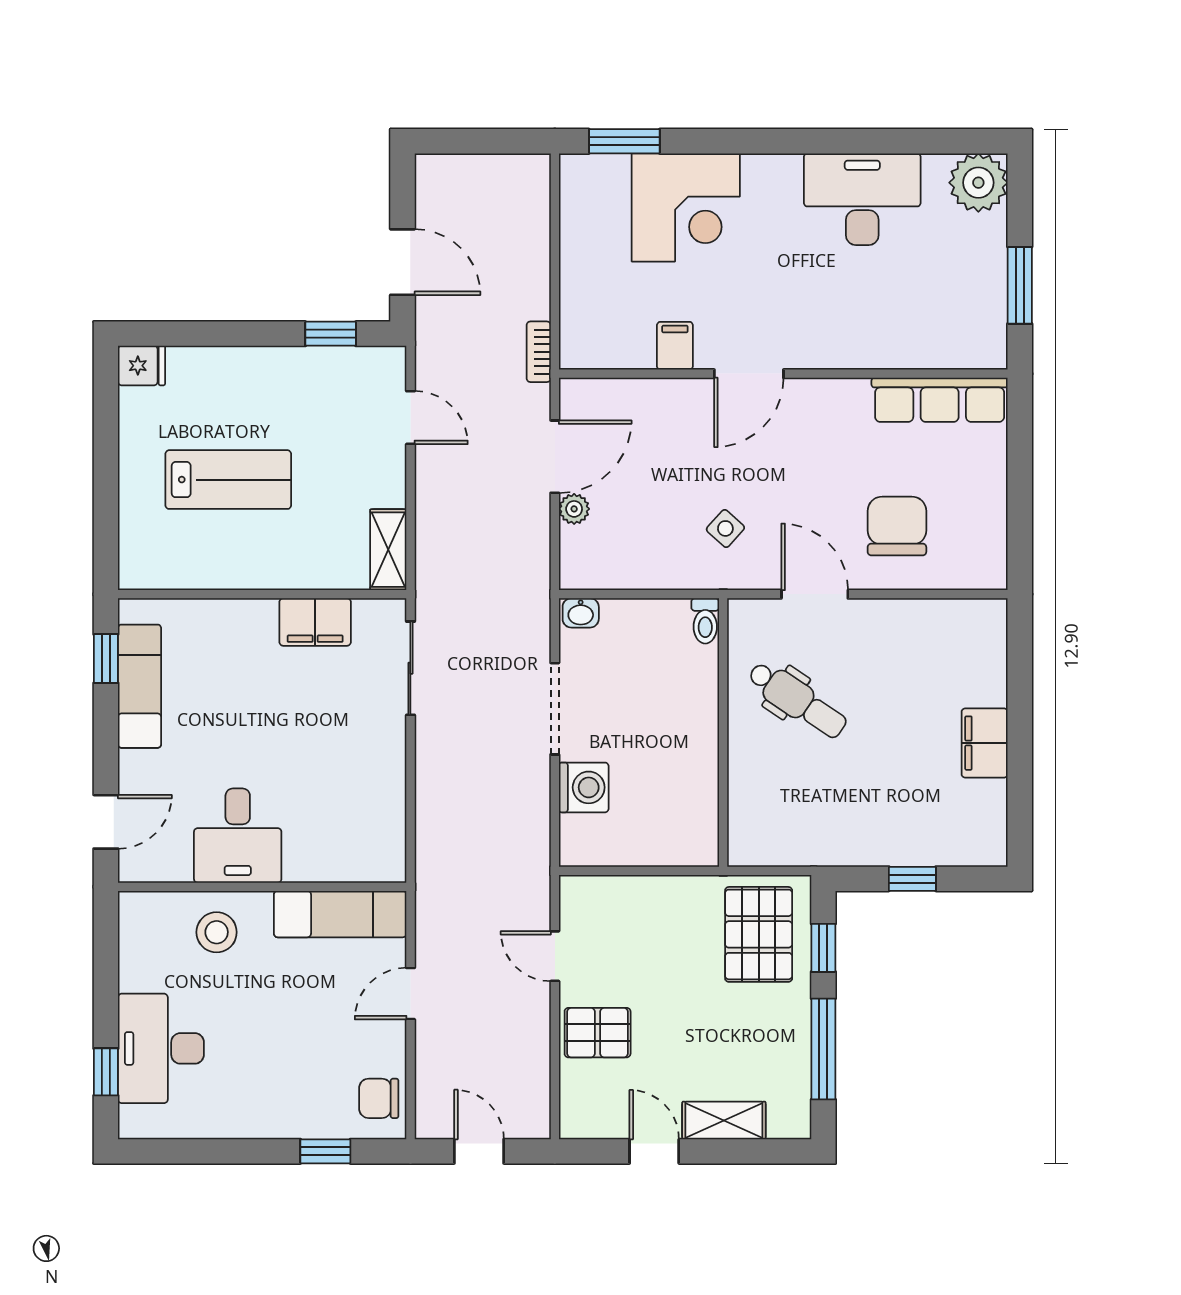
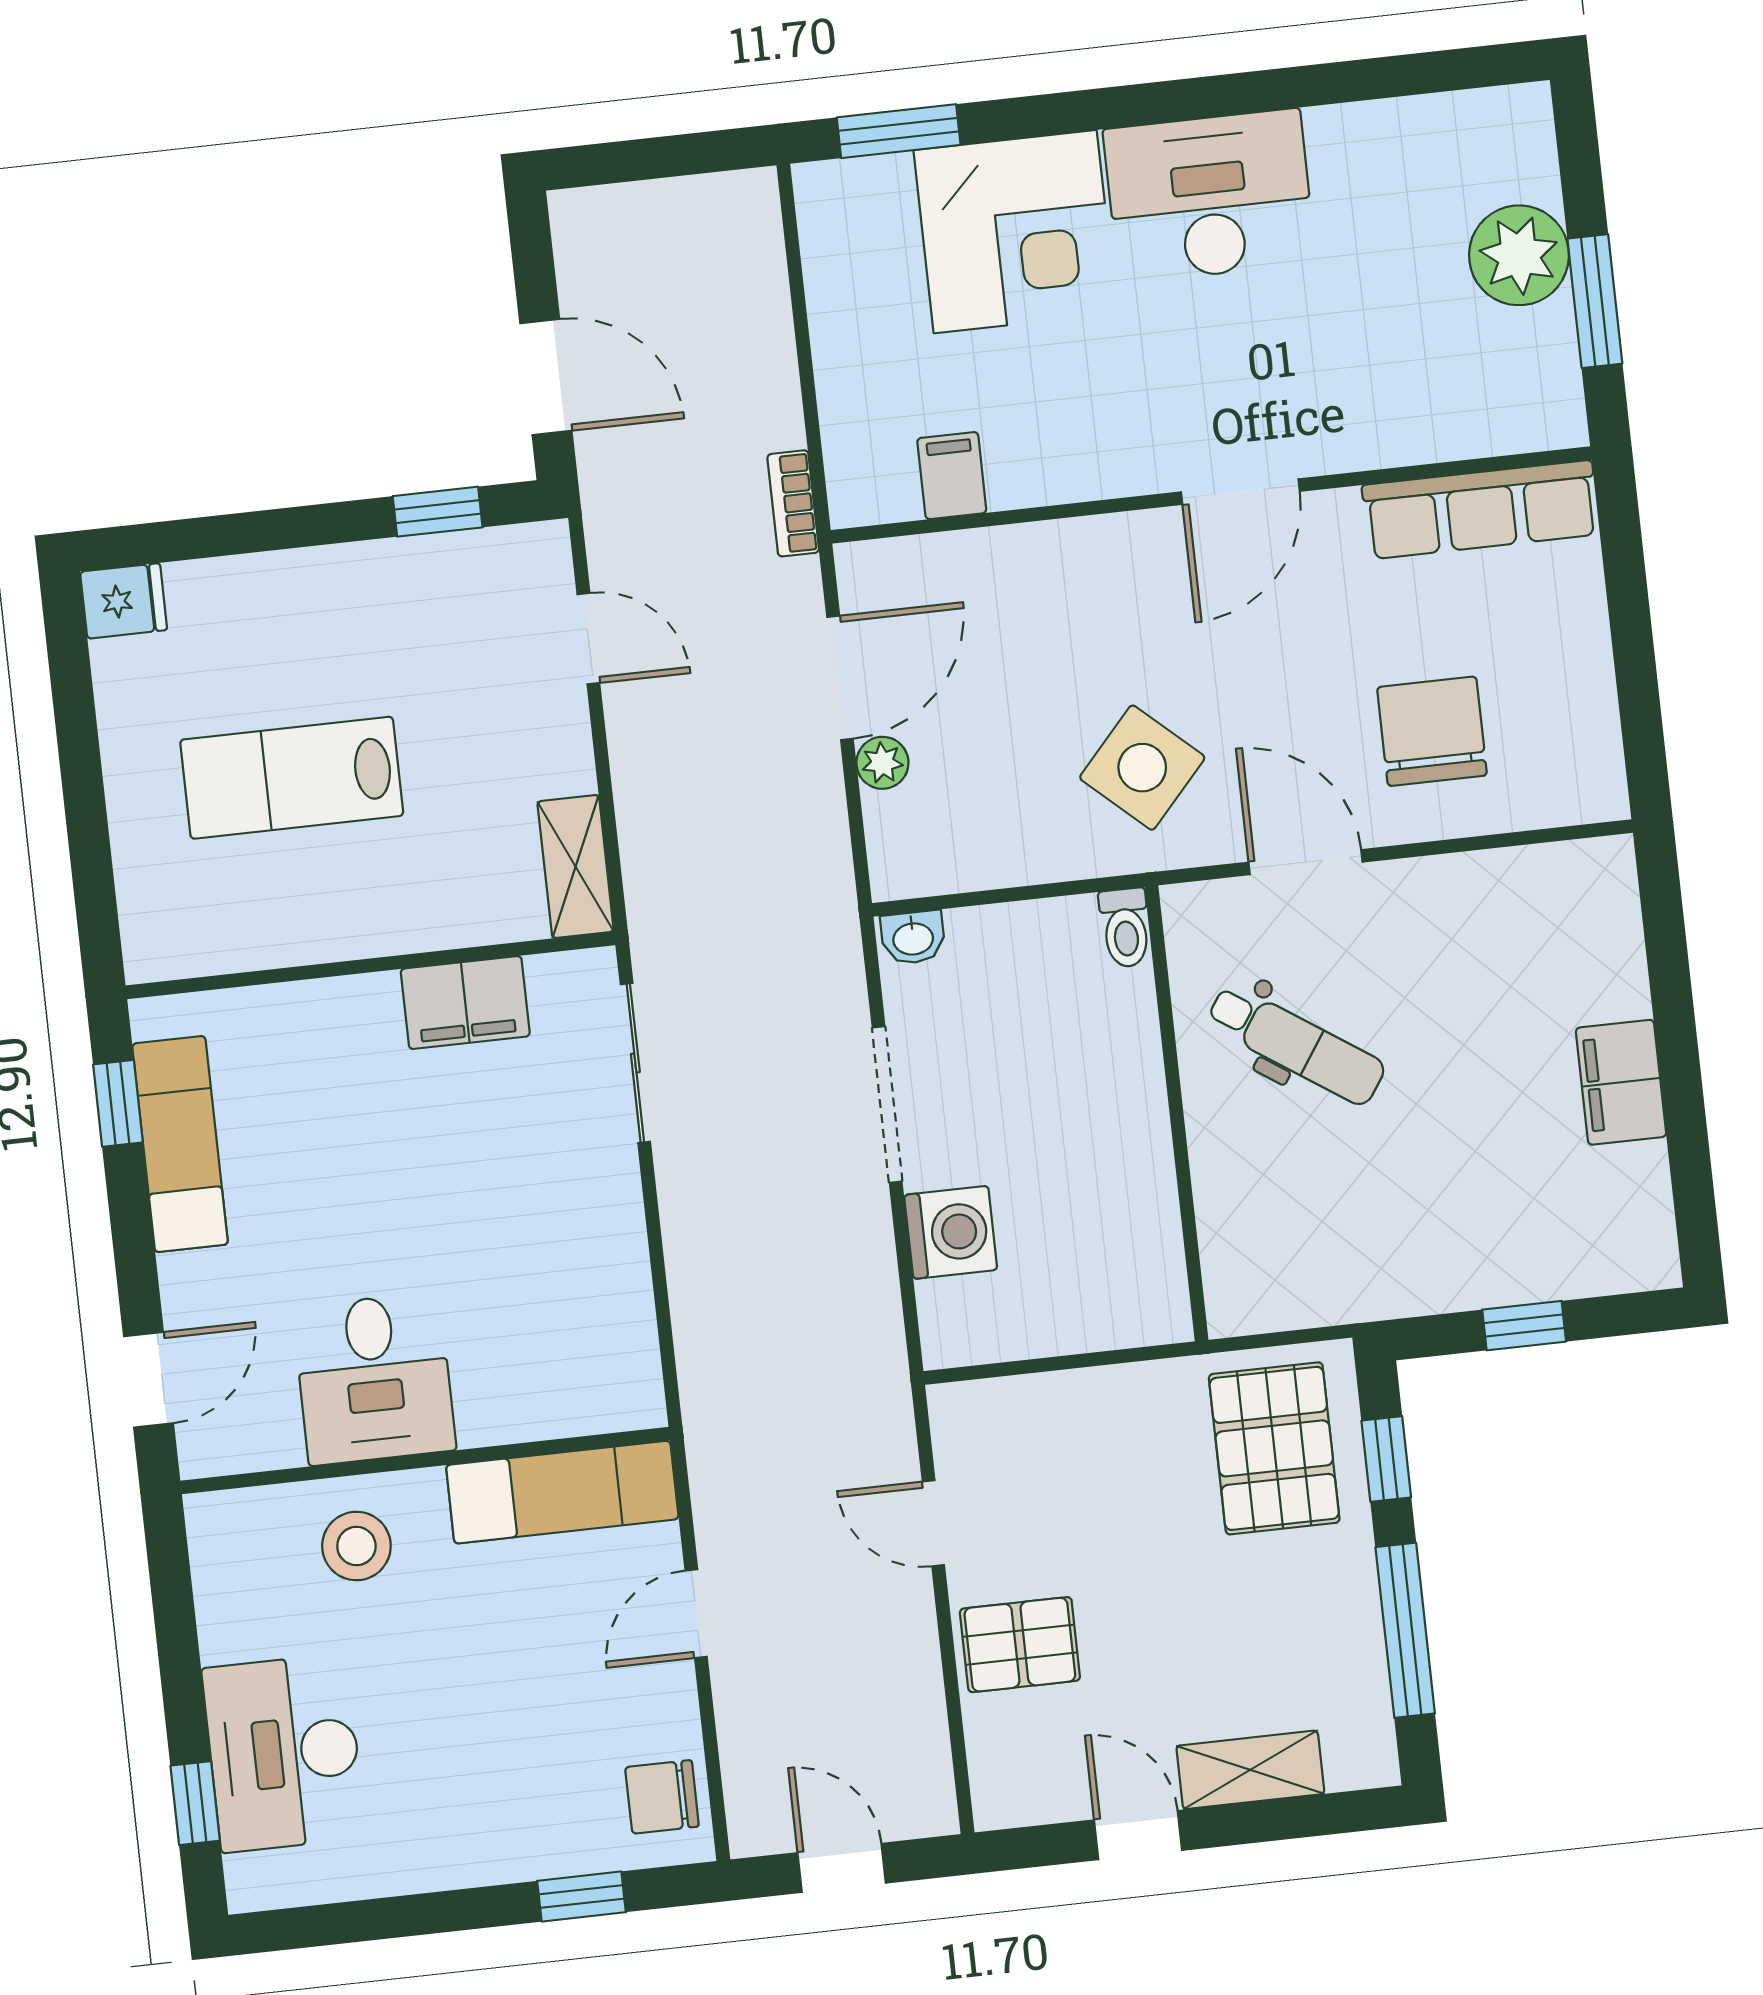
plant: (978, 183) -> (1519, 255), moved
desk: (862, 199) -> (1210, 196), moved
filing cabinet: (675, 346) -> (952, 476), moved
door: (749, 374) -> (1240, 492), moved
lab bench: (228, 480) -> (292, 778), turned 180
side table: (725, 528) -> (1142, 768), width x1.87, depth x1.87

